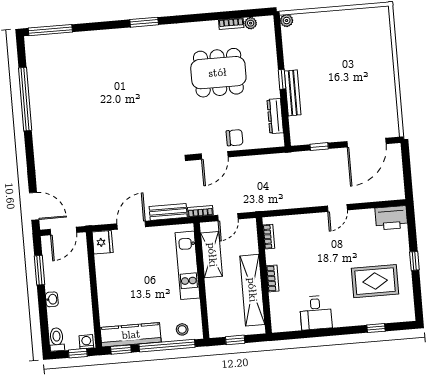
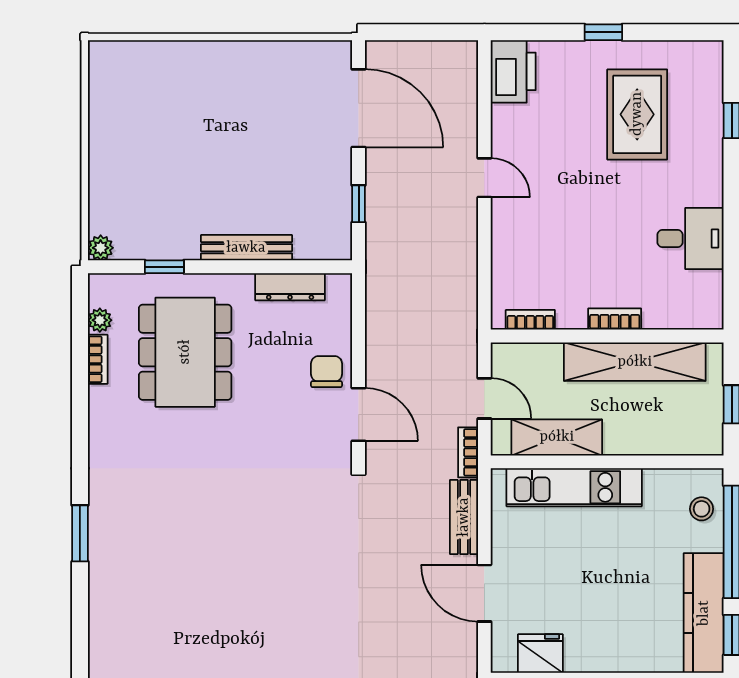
dining table: (218, 73) -> (185, 352), moved
window: (282, 79) -> (164, 267), moved
fridge: (103, 242) -> (540, 653), moved

